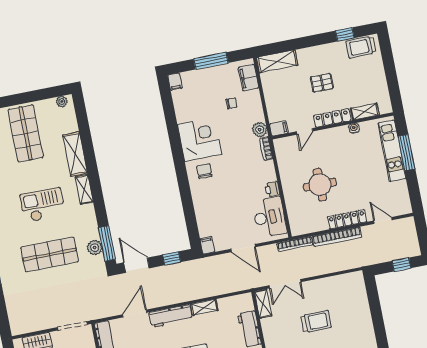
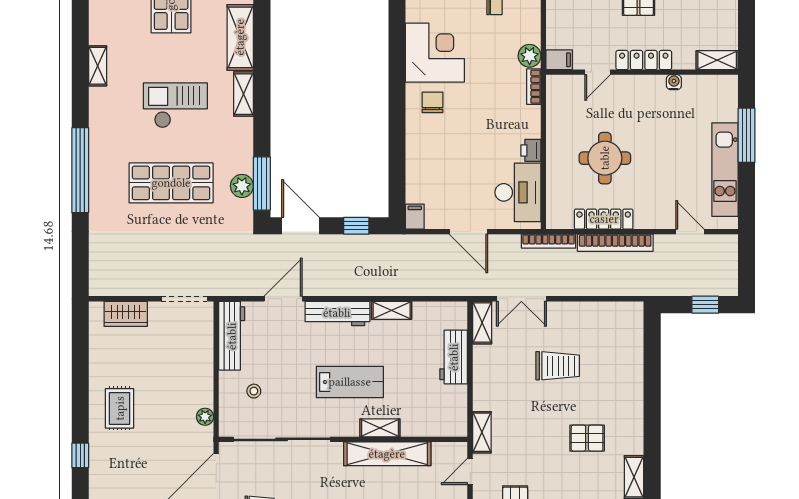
shelving: (365, 112) -> (717, 60), moved
kitchen unit: (392, 151) -> (725, 170), moved
locker: (347, 219) -> (604, 219), moved

